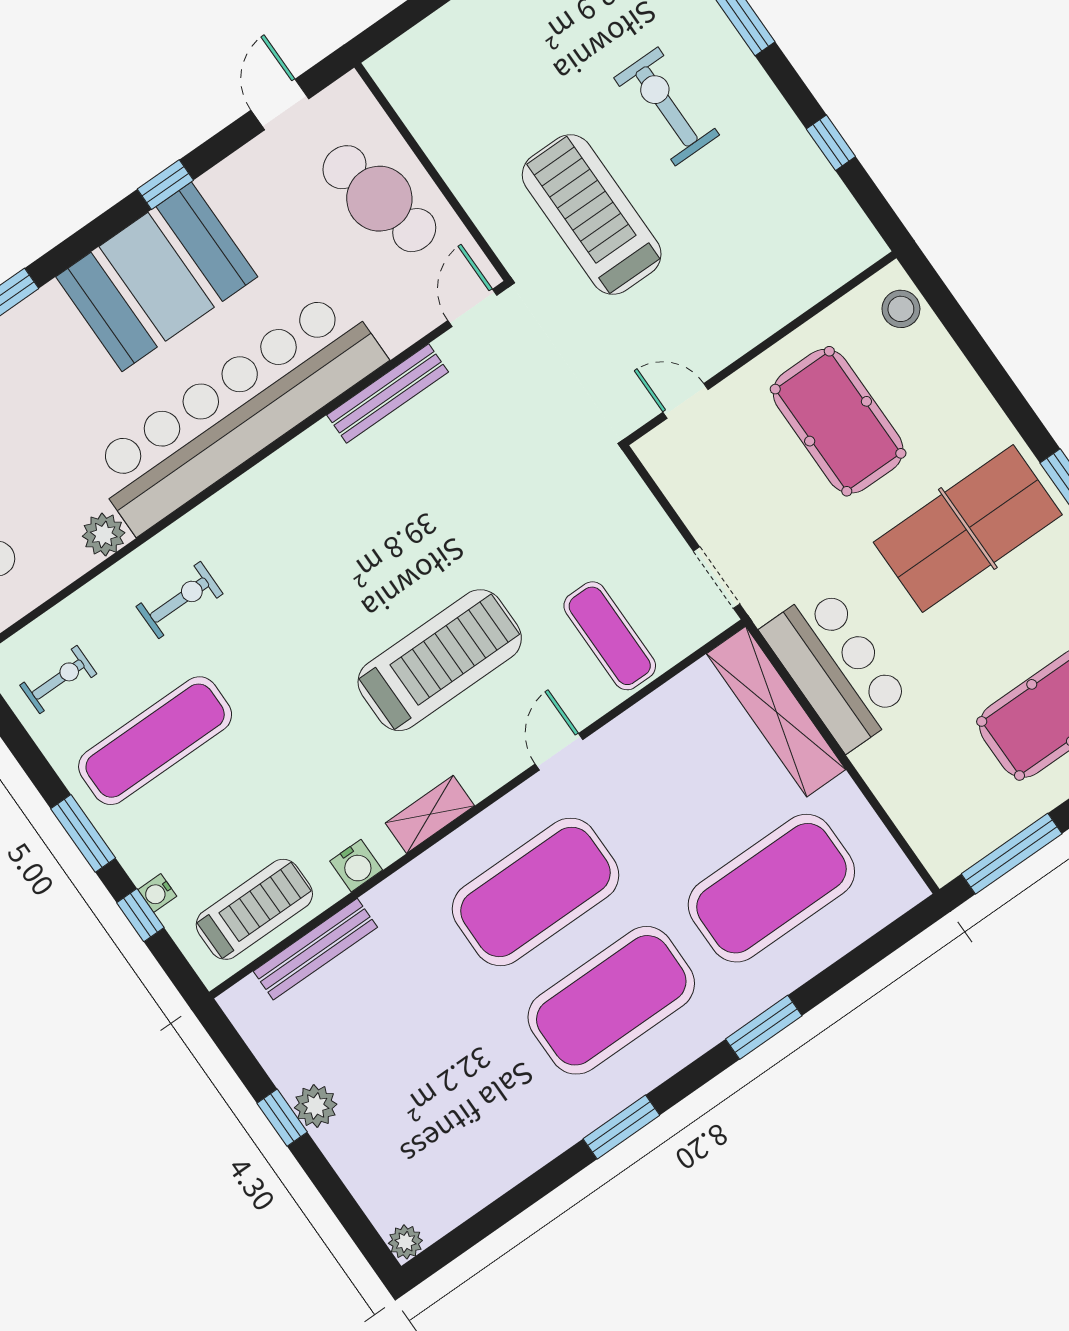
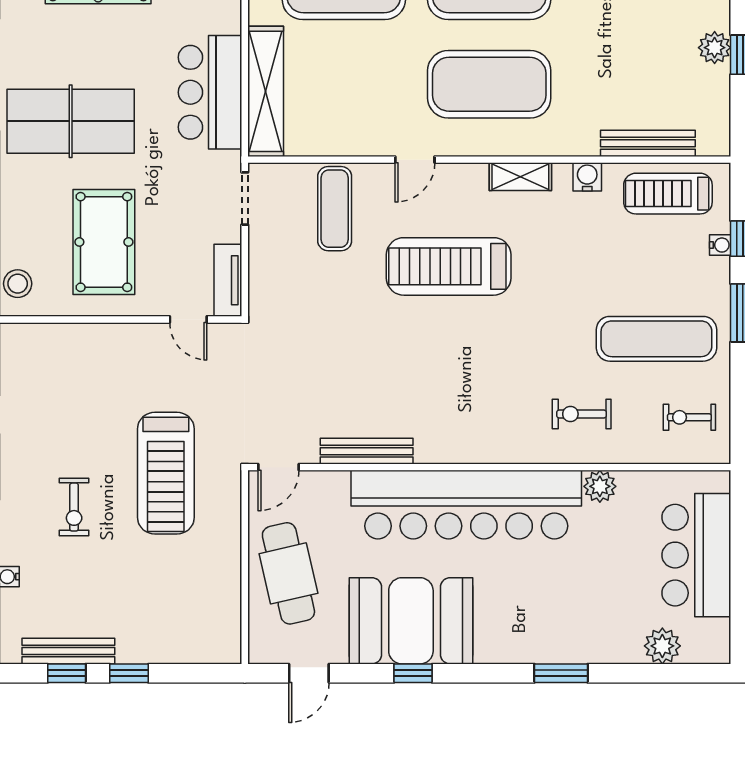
exercise bike: (667, 106) -> (74, 507), width x0.73, depth x0.72
booth: (157, 277) -> (411, 621), moved
tv unit: (672, 475) -> (228, 280), added

